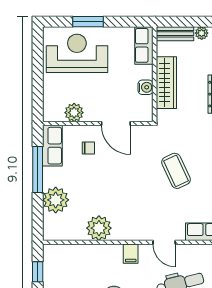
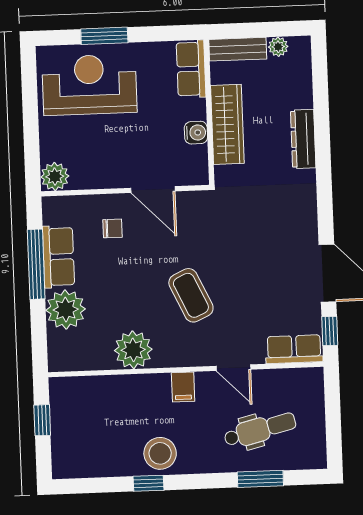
plant: (74, 113) -> (55, 176), moved
row of seats: (52, 146) -> (58, 257), moved
coffee table: (176, 171) -> (191, 295), moved

